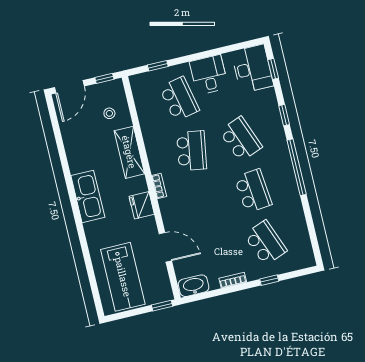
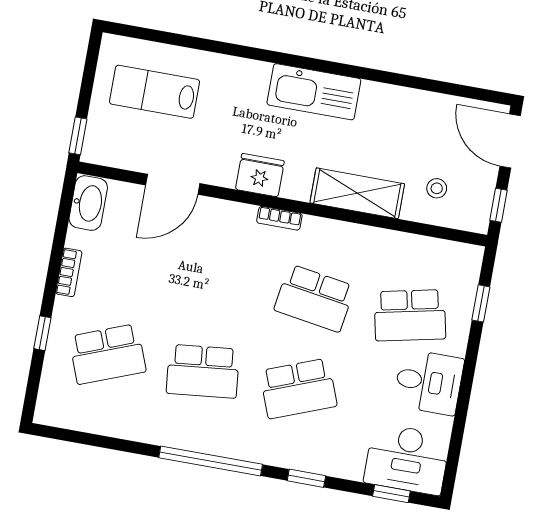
lab bench: (123, 277) -> (155, 92), width x0.73, depth x0.72

